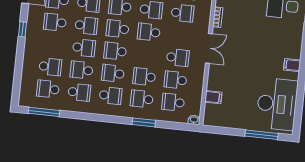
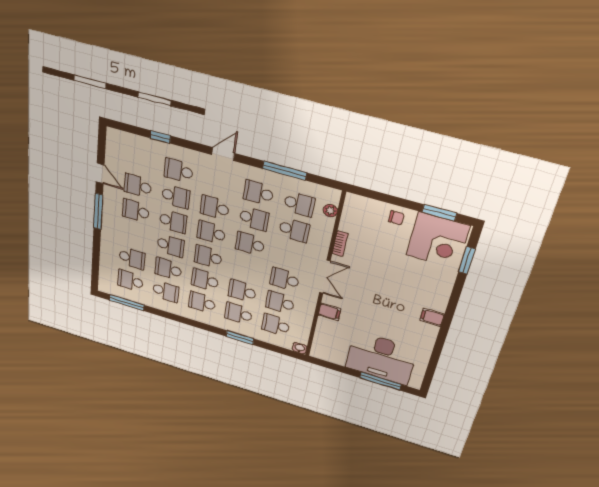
window: (23, 29) -> (98, 211), width x2.17
school desk: (178, 58) -> (285, 279), turned 180
school desk: (111, 96) -> (202, 302), turned 180
filing cabinet: (213, 97) -> (330, 312), moved
desk: (277, 104) -> (381, 358), moved, turned 90

